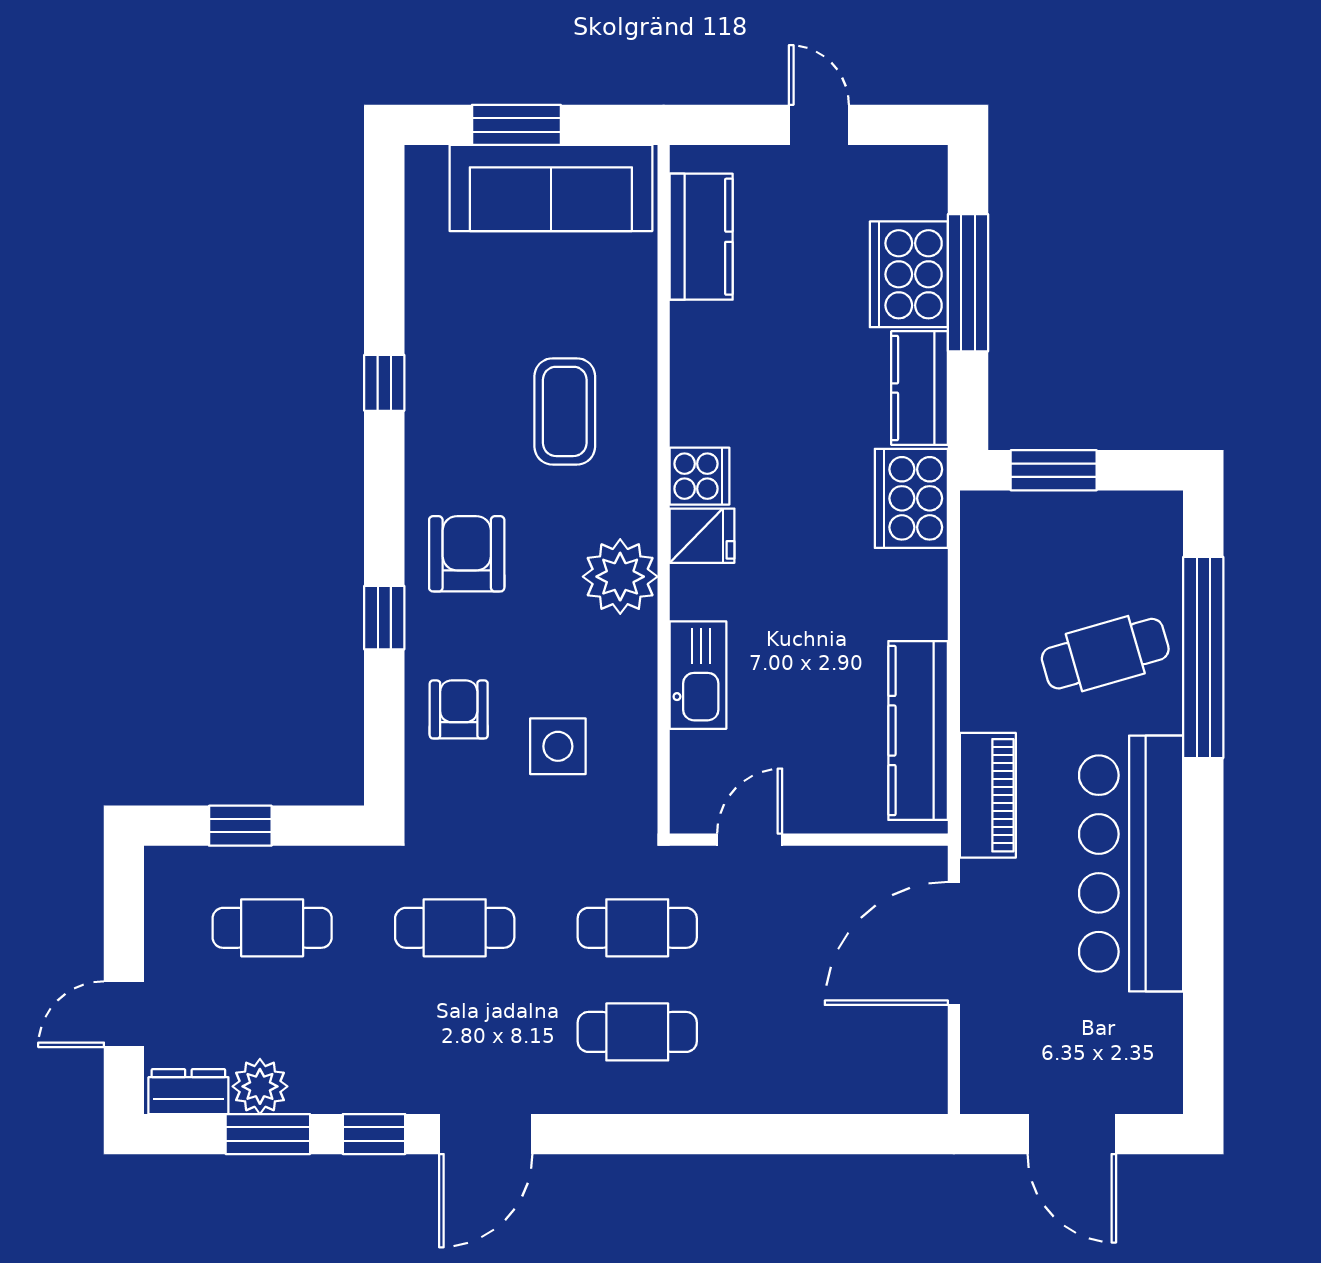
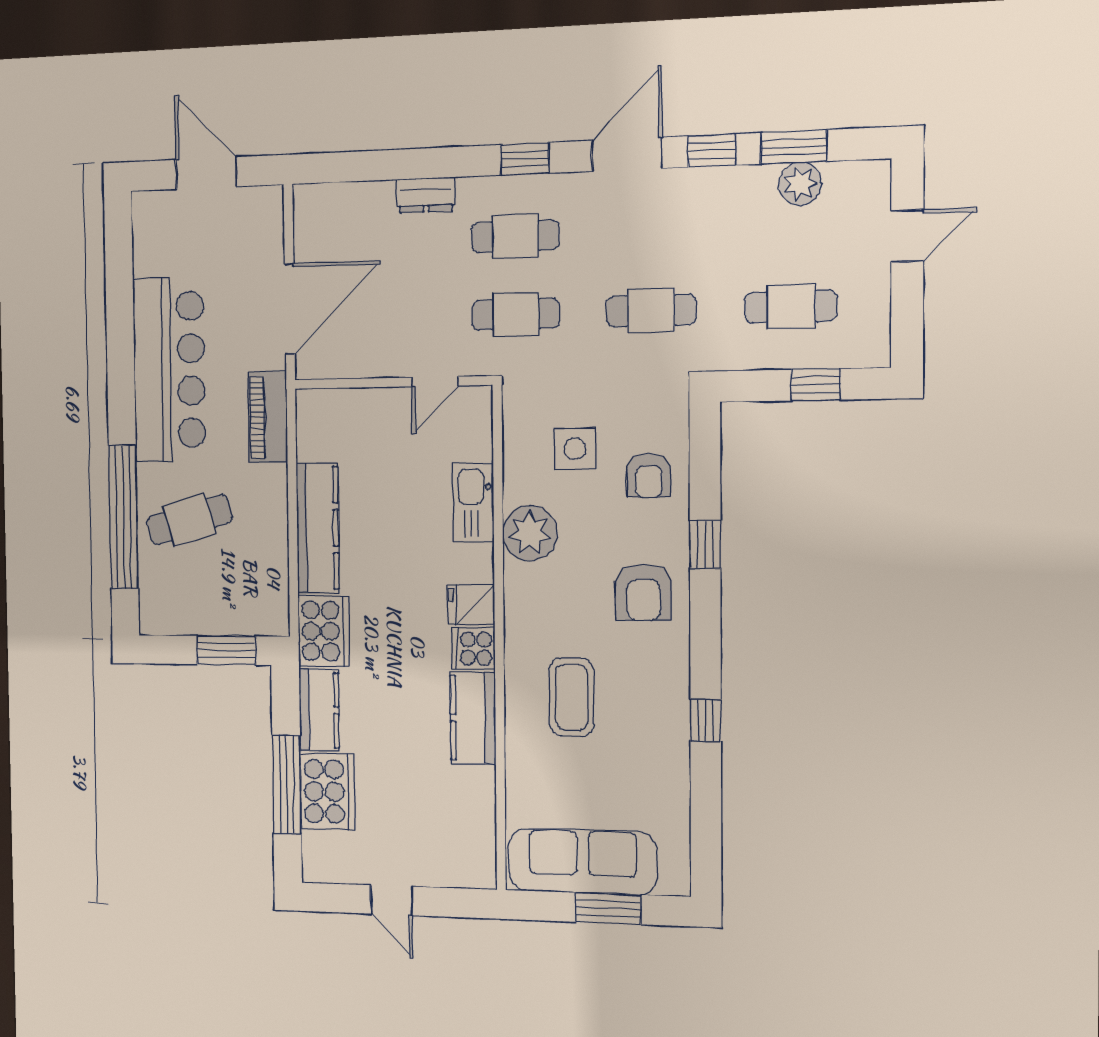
kitchen counter: (701, 237) -> (473, 718), moved
plant: (620, 577) -> (530, 533), moved
kitchen counter: (918, 731) -> (318, 528), moved
dresser: (188, 1092) -> (426, 195), moved
window: (623, 1134) -> (525, 159), added

